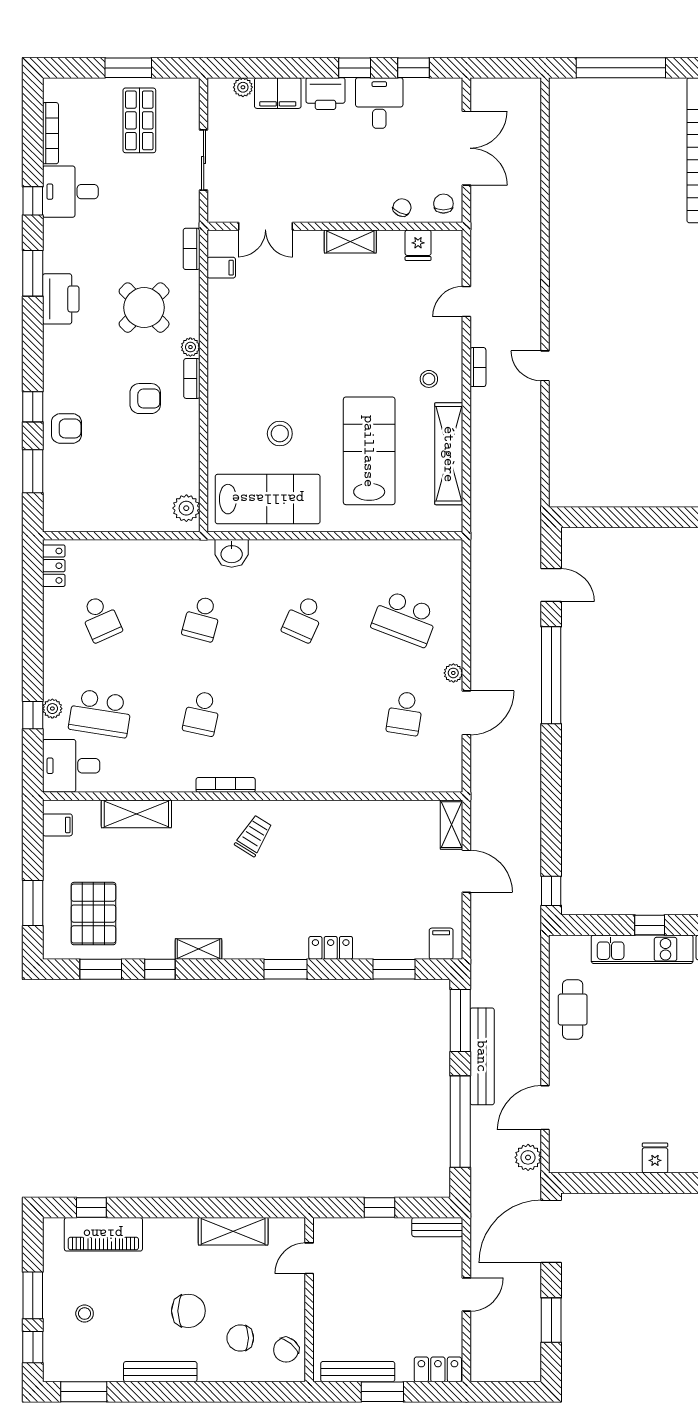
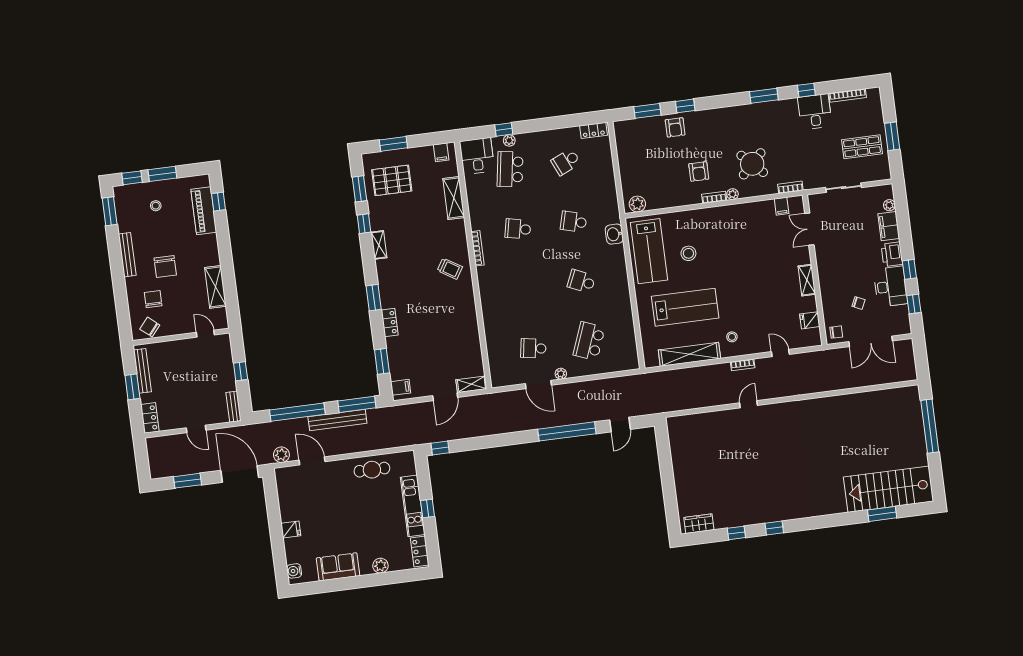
desk: (379, 103) -> (891, 287), width x1.37
chair: (402, 208) -> (858, 303), moved
printer: (61, 299) -> (751, 114), removed

